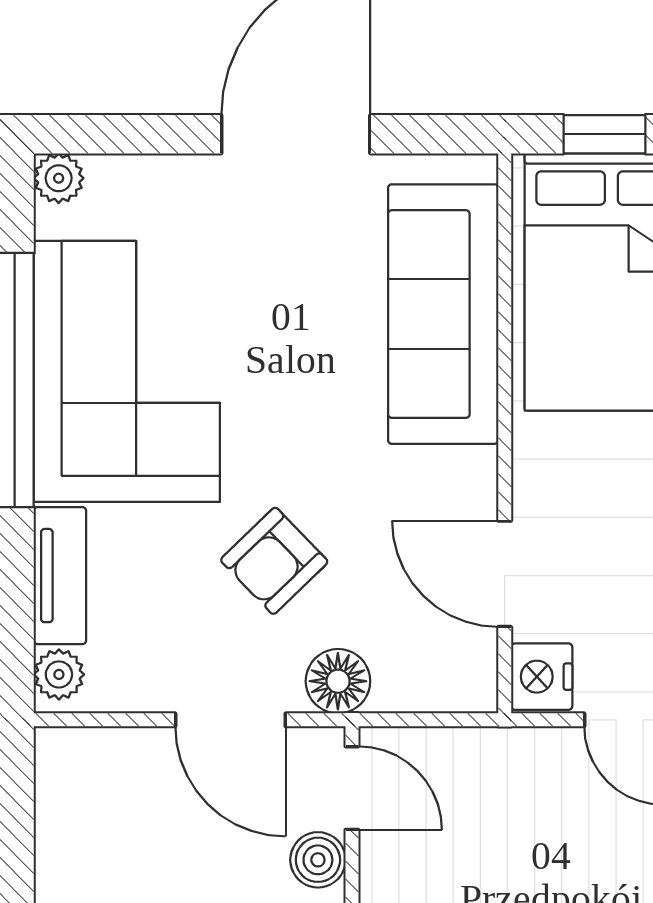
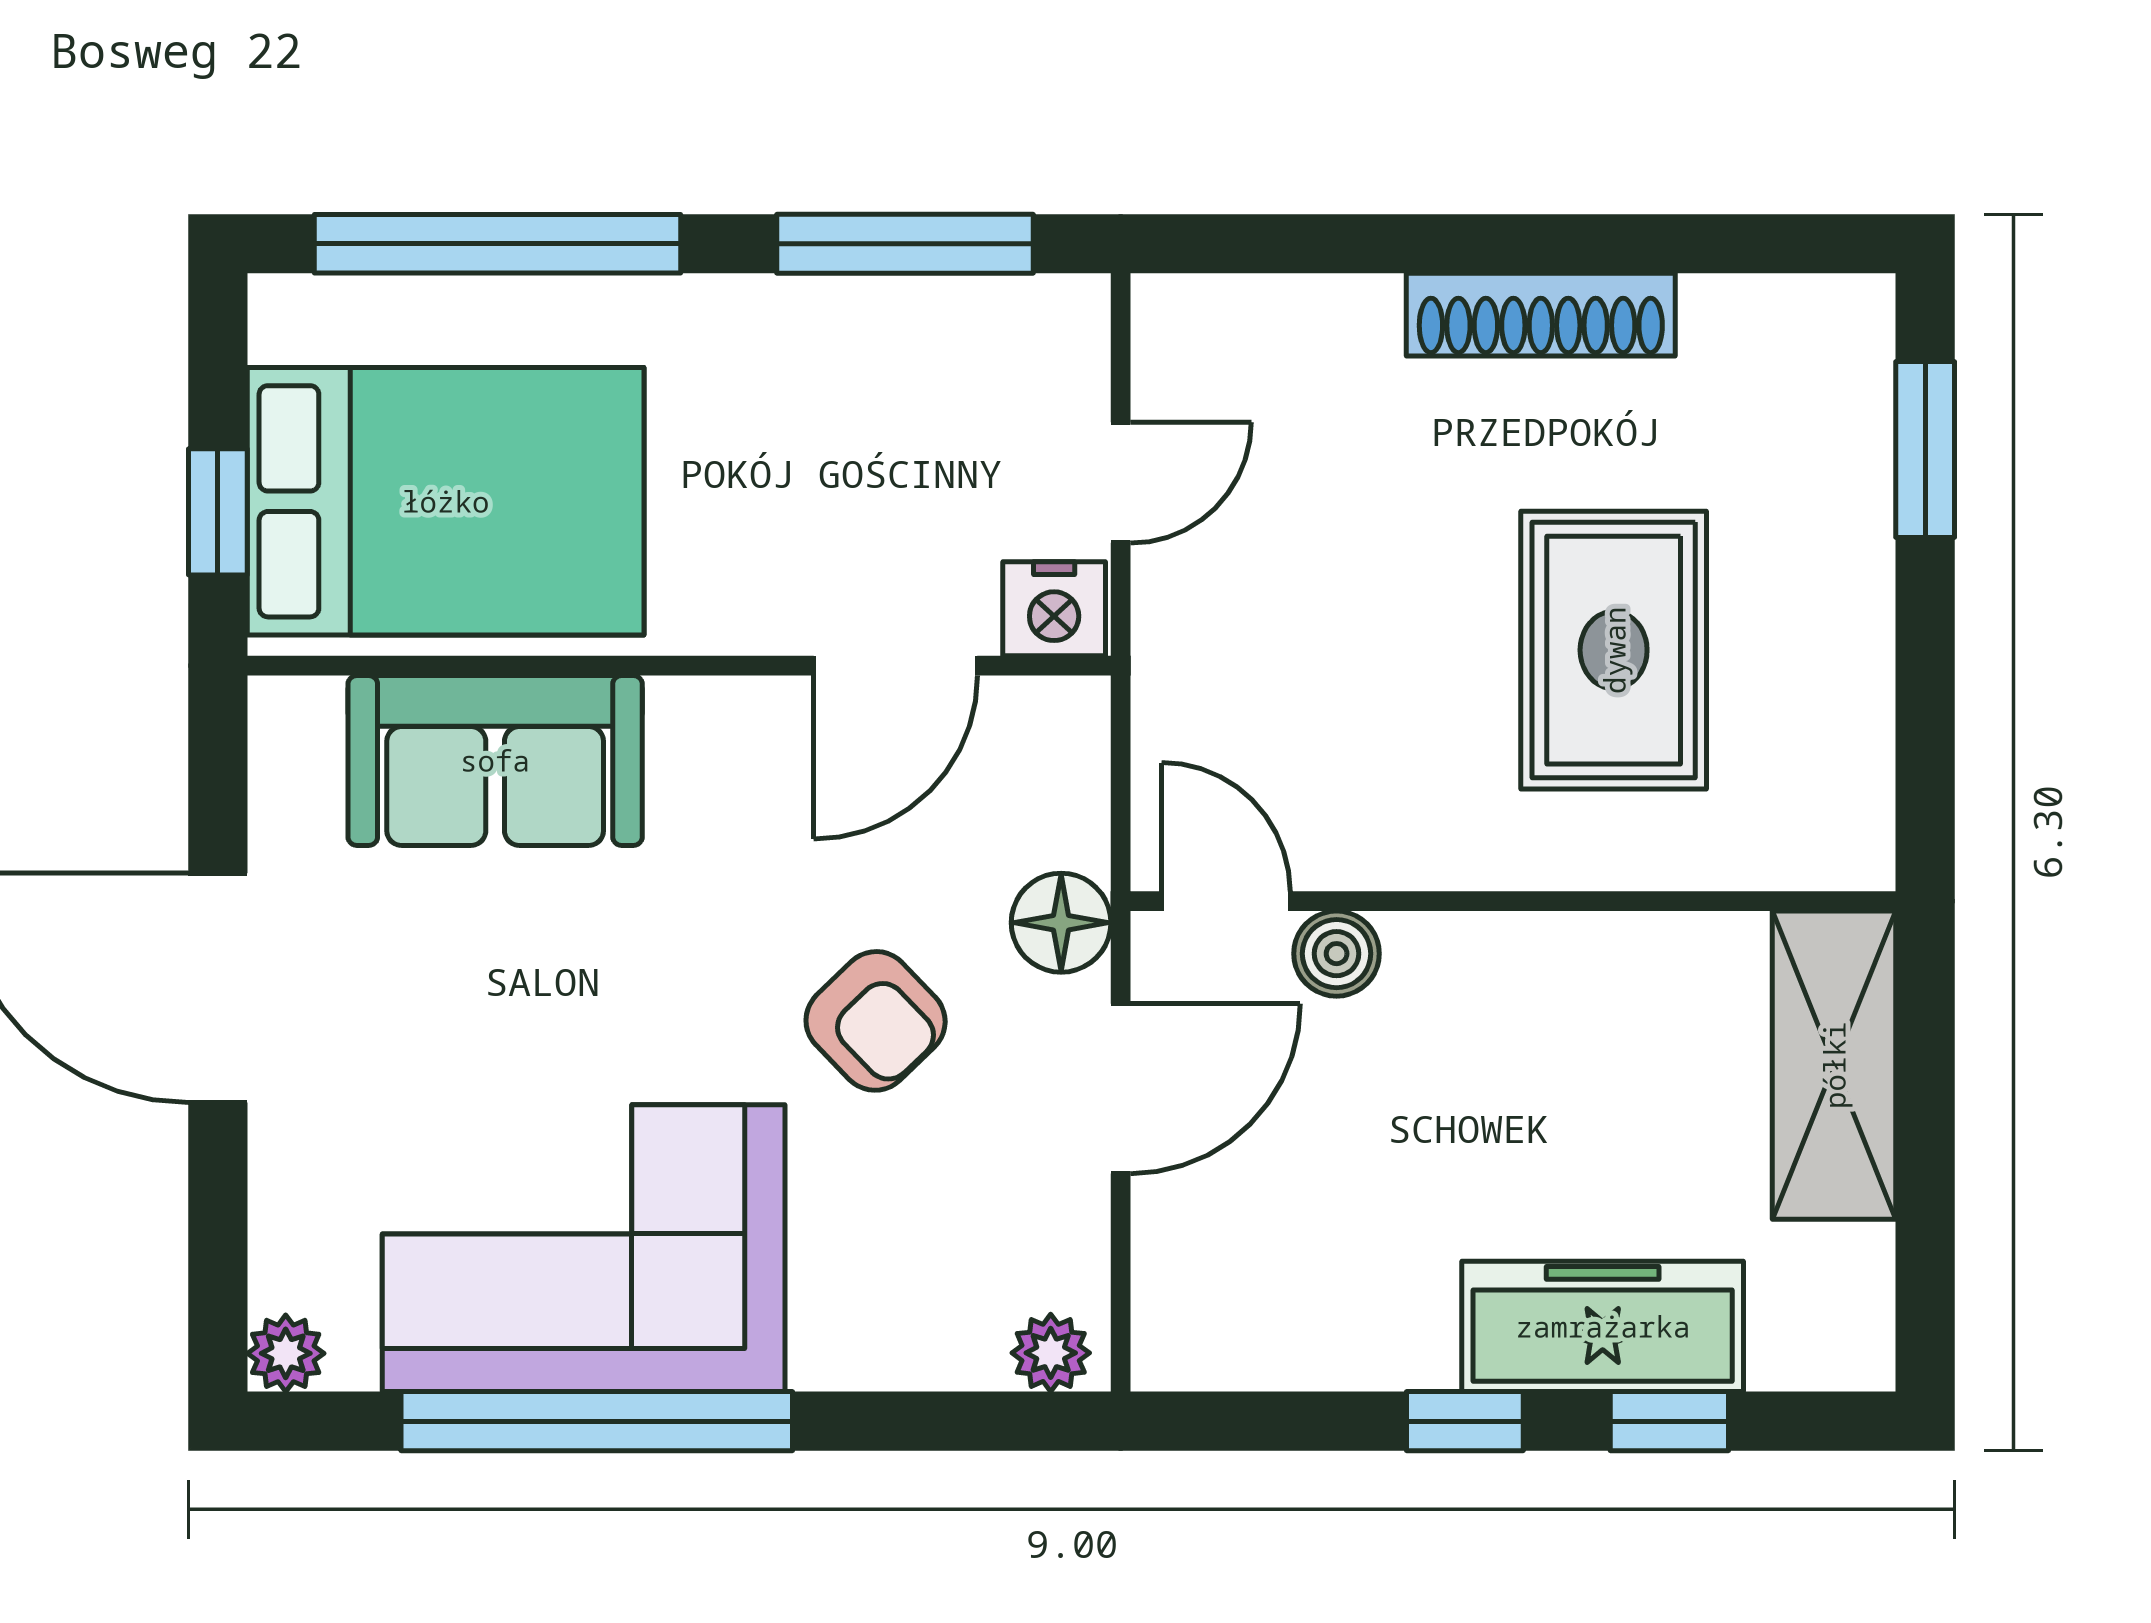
sofa: (443, 314) -> (495, 760), width x0.73
tv unit: (60, 576) -> (898, 1351), removed
door: (352, 788) -> (1226, 901), hinge flipped

